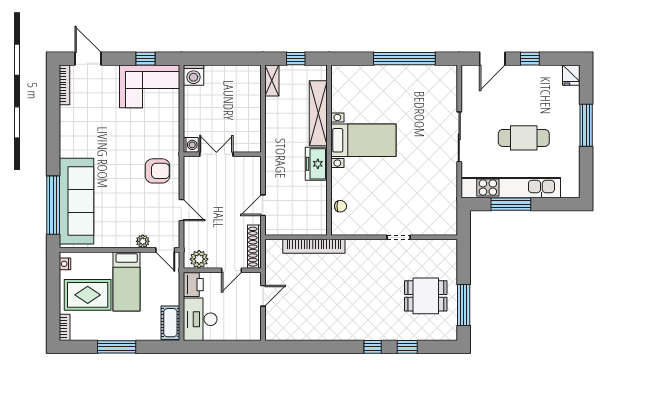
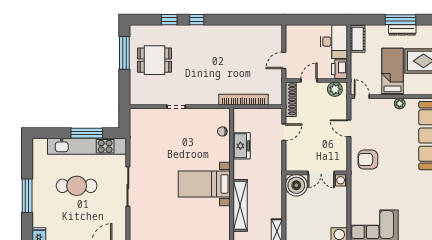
boiler: (247, 139) -> (296, 185), added
freezer: (316, 164) -> (242, 146), moved
plant: (143, 241) -> (400, 104), moved
dresser: (114, 334) -> (402, 30), added

